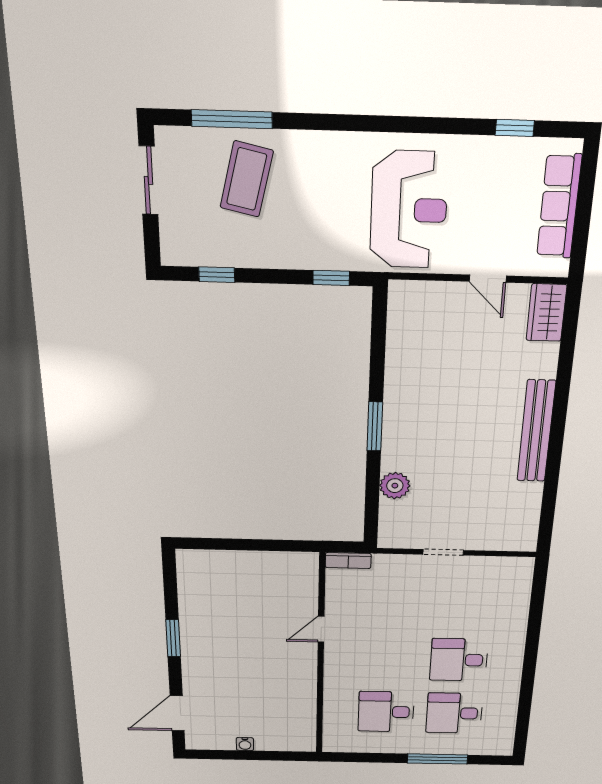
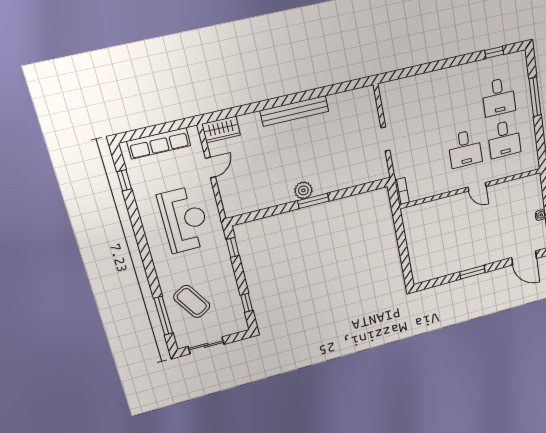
coffee table: (247, 179) -> (192, 301), turned 46
reception desk: (409, 210) -> (184, 220), turned 90
plant: (395, 486) -> (303, 190), moved
door: (321, 629) -> (477, 187), moved
desk: (459, 660) -> (465, 149), moved
window: (523, 717) -> (494, 52), added

